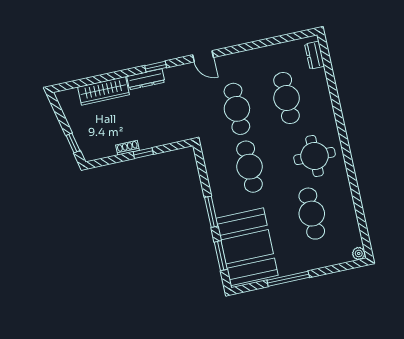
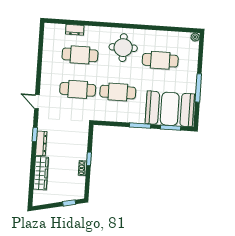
dresser: (315, 55) -> (75, 30), moved
door: (203, 56) -> (37, 102), swing flipped

